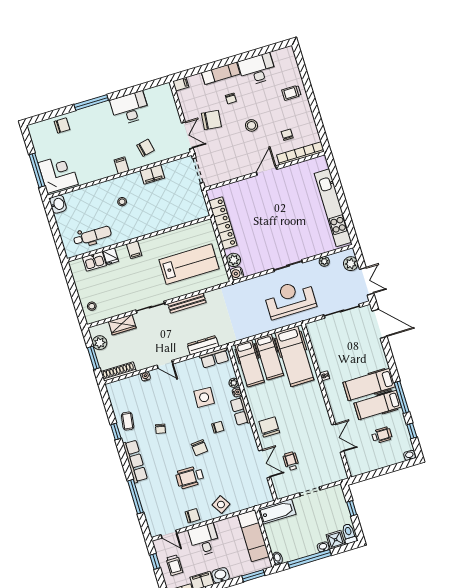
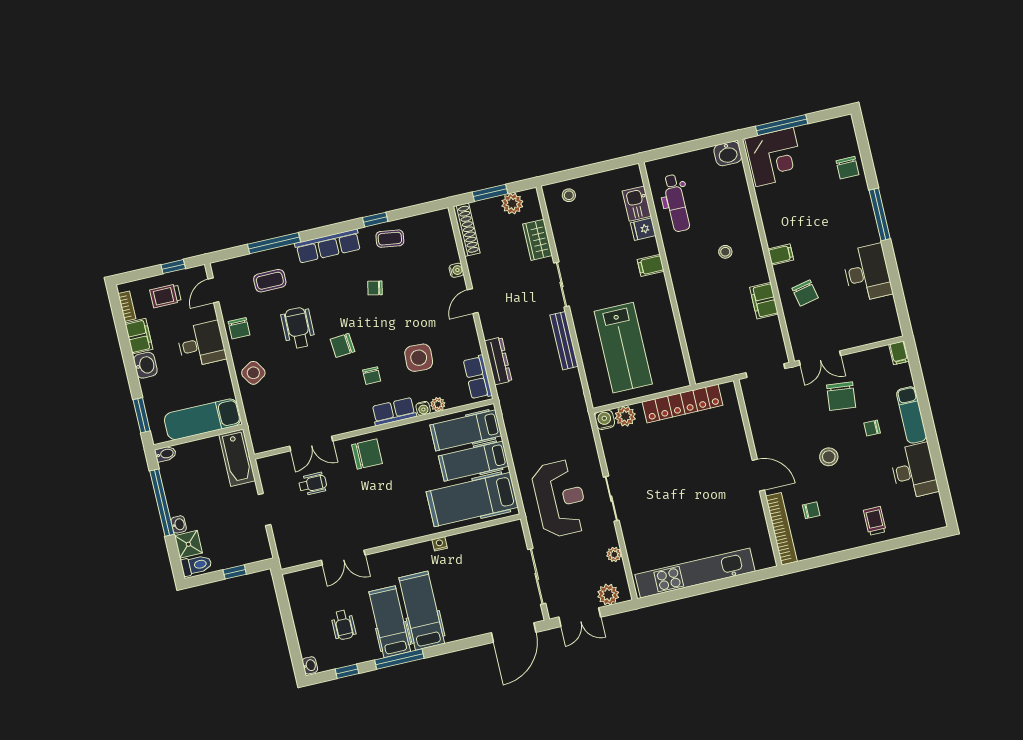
coffee table: (160, 498) -> (270, 281), added

